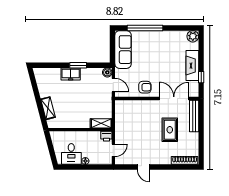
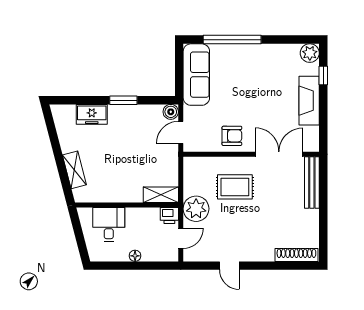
freezer: (71, 74) -> (92, 114), moved
window: (201, 77) -> (323, 75), moved
door: (113, 85) -> (181, 132), swing flipped
rug: (170, 130) -> (235, 187), moved, turned 90
plant: (123, 132) -> (196, 209), added
desk: (71, 154) -> (109, 225), moved, turned 180

